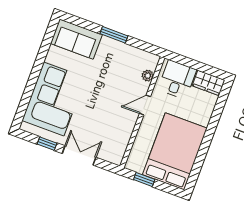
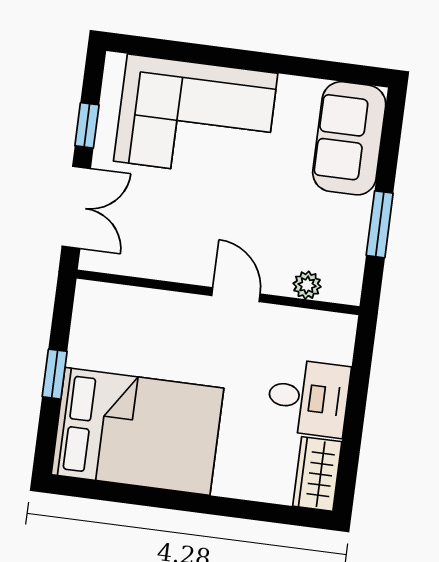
plant: (148, 76) -> (307, 285), moved
door: (145, 105) -> (236, 295), moved
wall: (142, 112) -> (218, 292), moved

